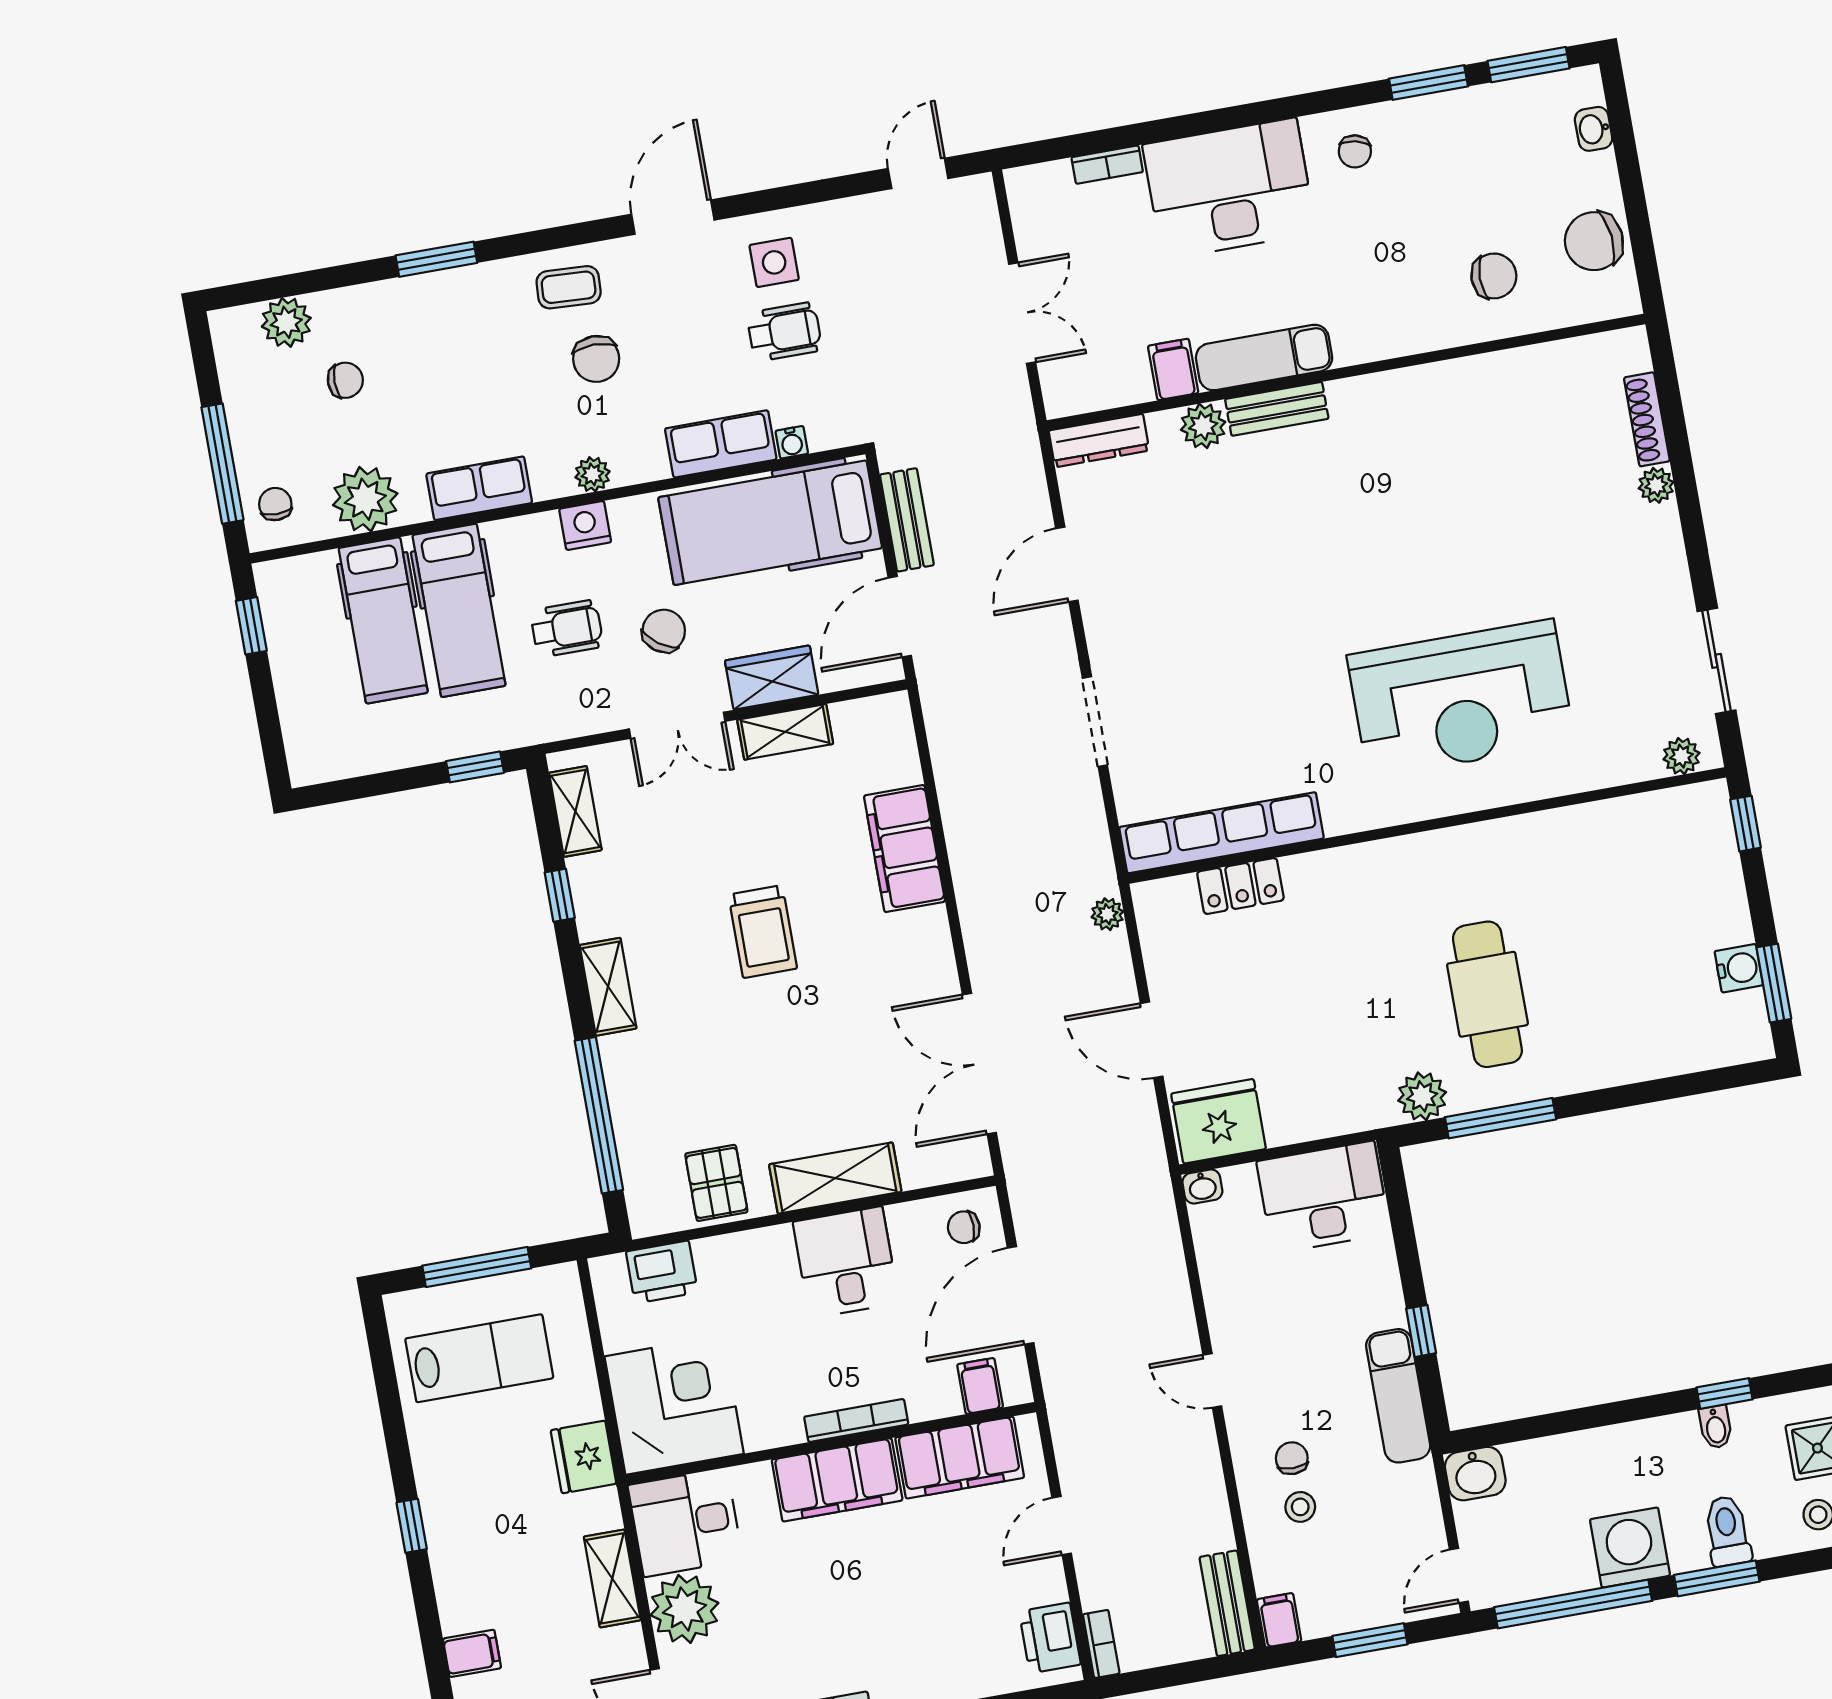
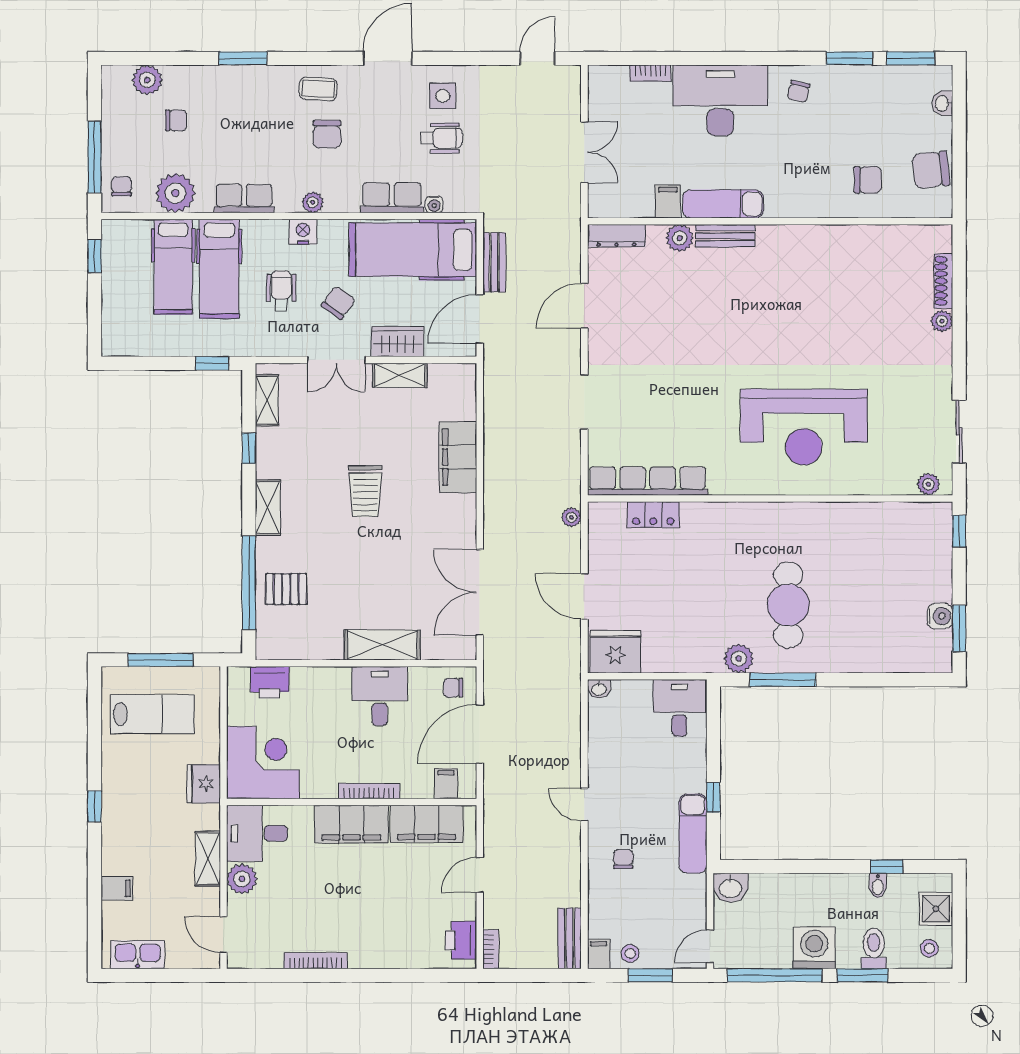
wheelchair: (567, 629) -> (281, 291), turned -90
pallet: (716, 1183) -> (286, 589), moved, turned 90
desk: (1323, 1197) -> (679, 708), width x0.73
stool: (1300, 1507) -> (630, 953), moved
plant: (684, 1609) -> (242, 879), width x0.73, depth x0.73

